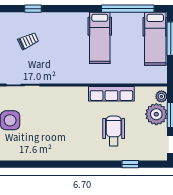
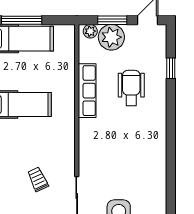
trolley: (28, 41) -> (38, 179), moved
wheelchair: (114, 131) -> (131, 88), turned 90

